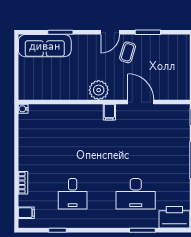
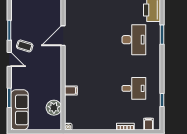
plant: (99, 90) -> (54, 108), moved
filing cabinet: (109, 112) -> (71, 90), moved

